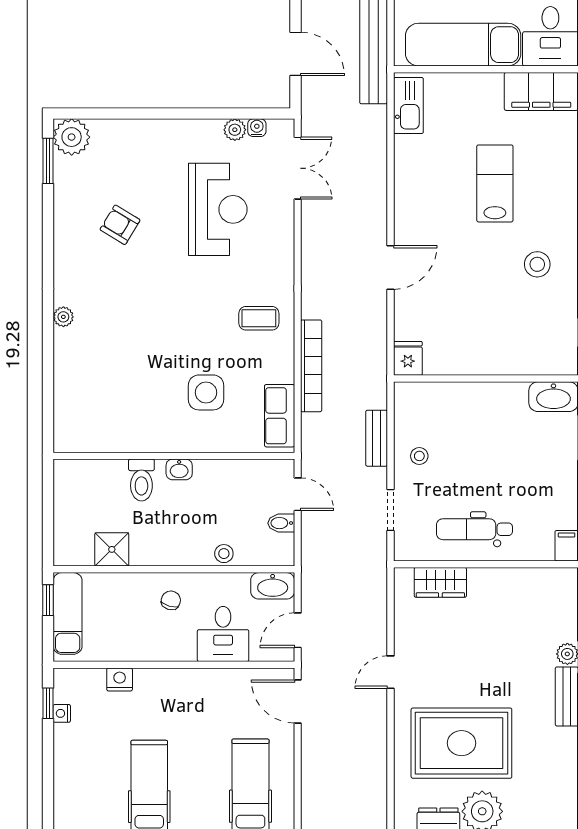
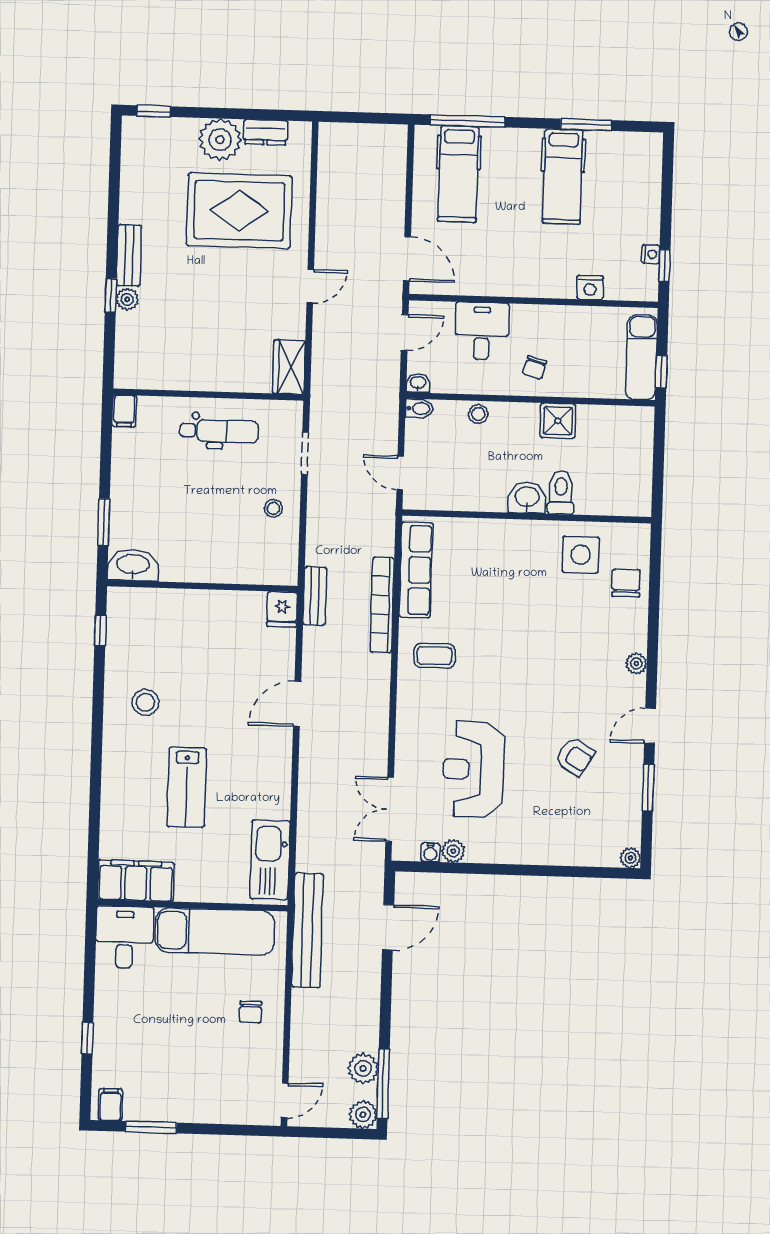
door: (296, 54) -> (388, 927), swing flipped
kitchen sink: (408, 106) -> (270, 860), width x1.36, depth x1.24
plant: (72, 137) -> (631, 858), width x0.53, depth x0.53
window: (48, 161) -> (648, 788), moved
door: (48, 257) -> (650, 726), added
side table: (206, 392) -> (581, 555), moved
chair: (76, 395) -> (626, 583), added
row of seats: (280, 416) -> (416, 570), width x1.48
bench: (377, 438) -> (315, 596), moved
washbasin: (179, 469) -> (527, 498), width x1.38, depth x1.45
bidet: (281, 523) -> (419, 408), moved
shower: (112, 549) -> (558, 421), moved
wardrobe: (440, 582) -> (289, 367), moved, turned -90
washbasin: (273, 586) -> (418, 383), width x0.52, depth x0.69

